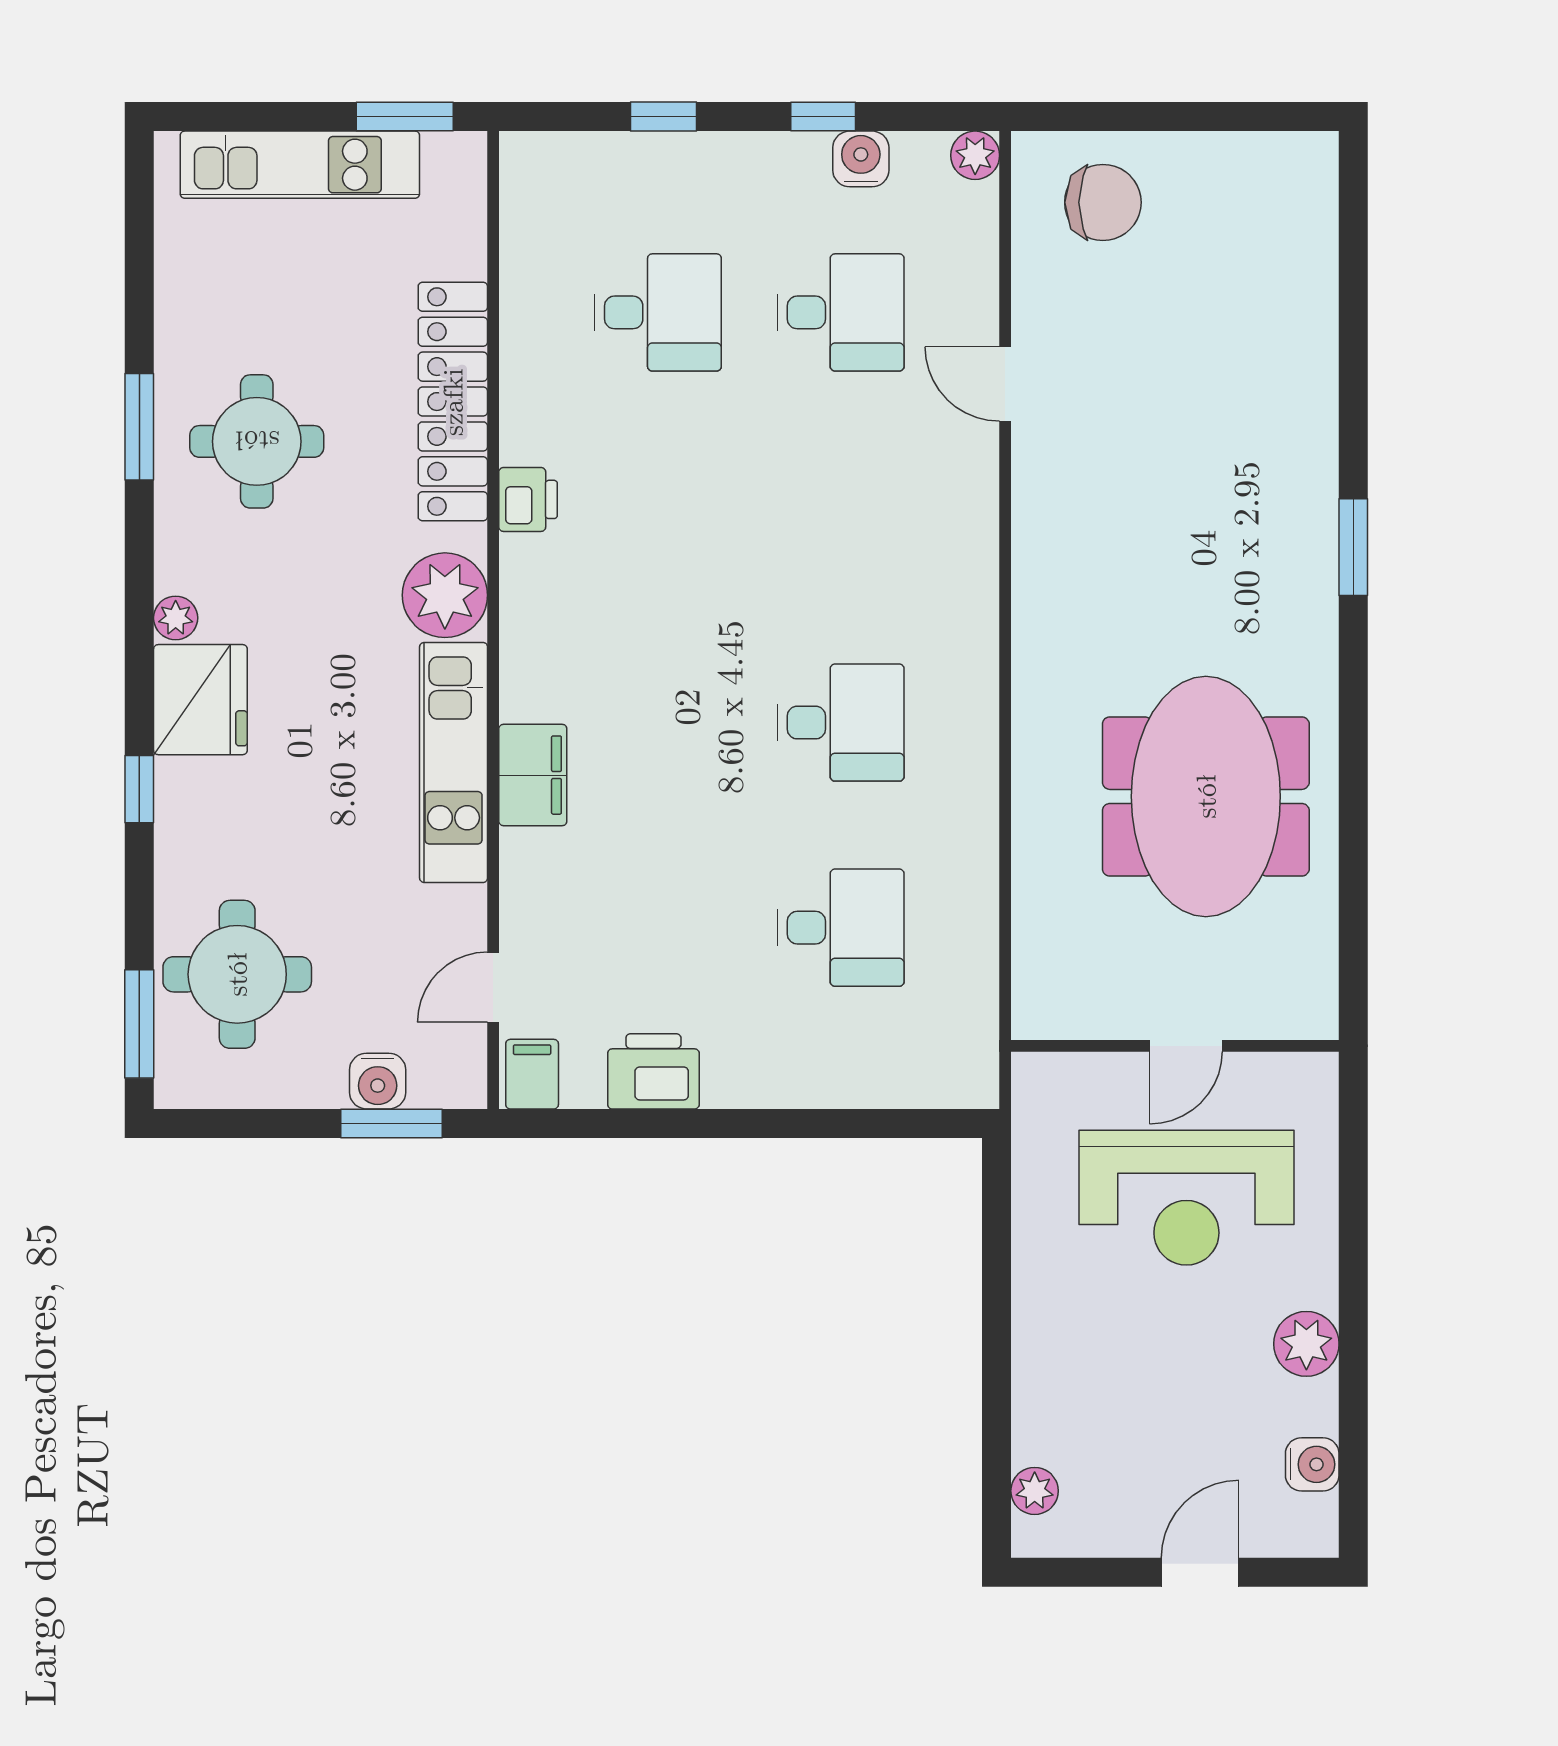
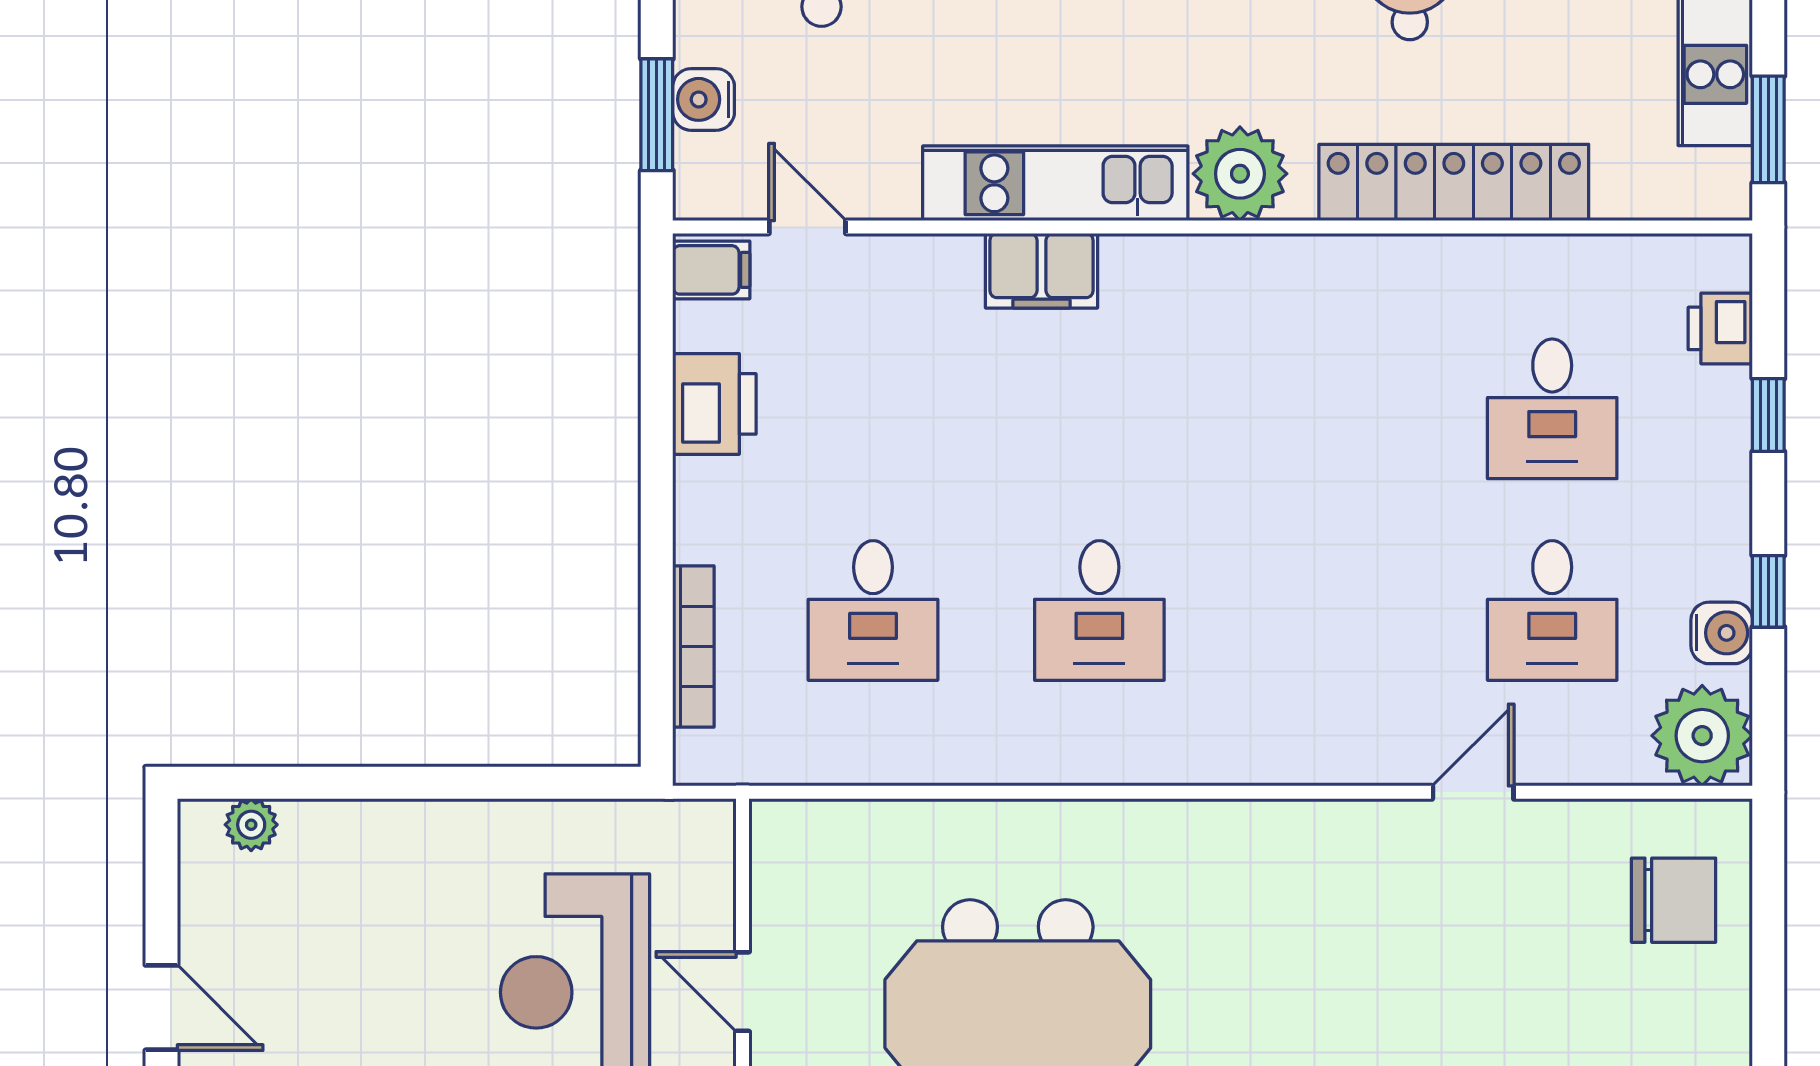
plant: (975, 155) -> (1702, 736), width x1.88, depth x1.88
chair: (1103, 202) -> (1674, 900), turned -90
printer: (528, 499) -> (1720, 328), moved, turned 90
bookcase: (873, 1090) -> (693, 647), added

